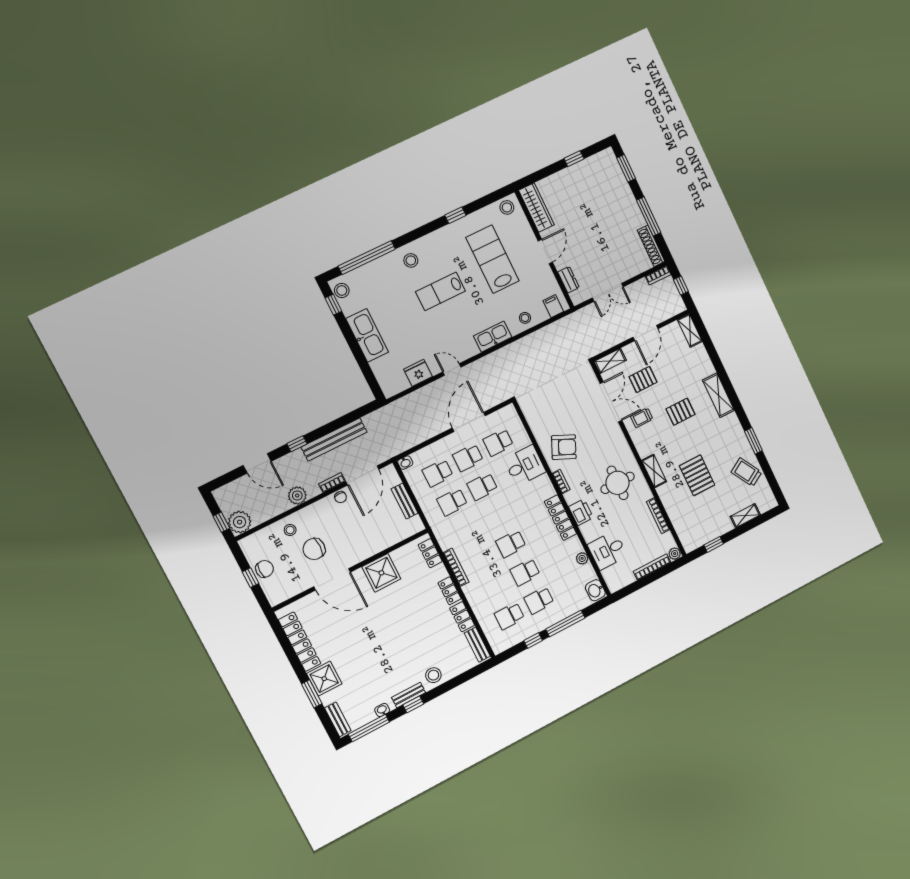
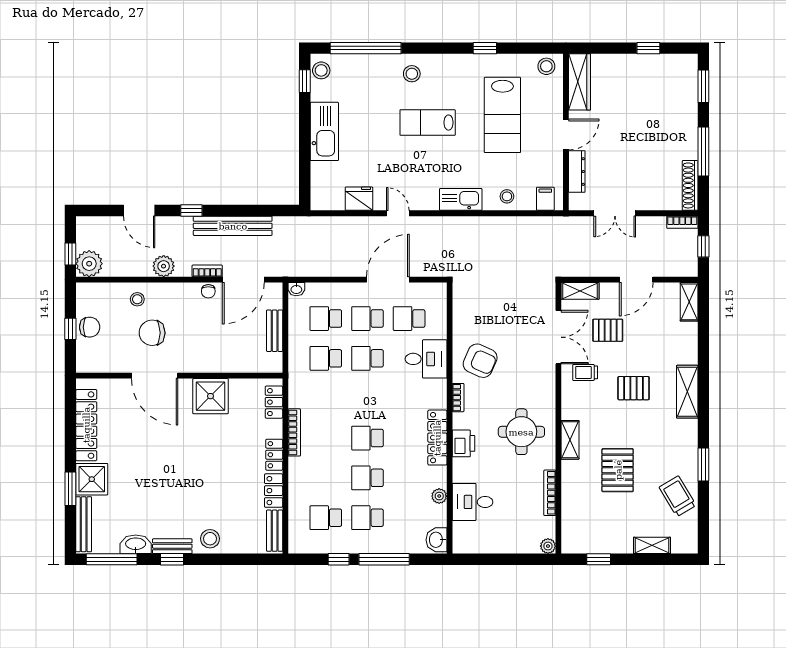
lab bench: (493, 259) -> (502, 115), turned 180
dresser: (568, 280) -> (577, 172), width x1.44
bookcase: (652, 567) -> (514, 548), removed
washbasin: (382, 710) -> (136, 544), width x1.91, depth x1.45
bench: (338, 719) -> (84, 524), width x1.36

